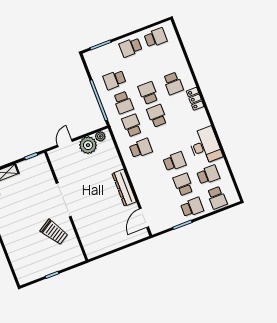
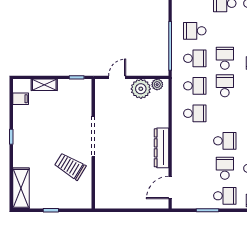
school desk: (123, 103) -> (195, 58), turned -90
school desk: (132, 125) -> (195, 86), turned 90
trolley: (54, 232) -> (70, 166), turned 153
shelving: (20, 266) -> (21, 188), added

